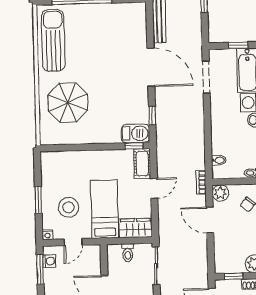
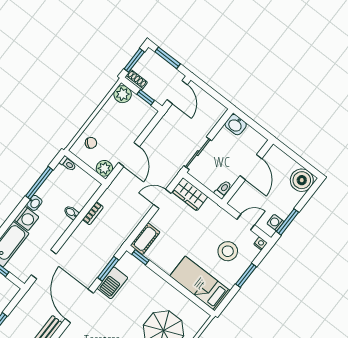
window: (152, 116) -> (108, 269), width x1.50
barbecue: (135, 133) -> (112, 283), moved, turned -90
bidet: (219, 160) -> (71, 213), moved
bookcase: (201, 182) -> (93, 213), moved
door: (154, 188) -> (162, 199), moved
bed: (105, 209) -> (200, 283), moved, turned 90
toilet: (128, 253) -> (223, 190), moved

